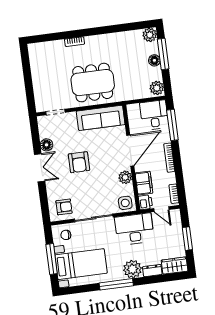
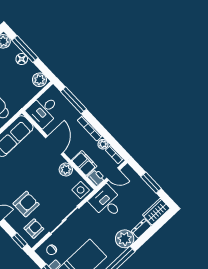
desk: (154, 115) -> (43, 111), moved, turned -90
door: (130, 150) -> (54, 145), width x0.73
armchair: (79, 162) -> (26, 204), moved, turned -90
plant: (171, 179) -> (103, 144), added
window: (45, 208) -> (19, 241), added
desk: (134, 229) -> (107, 202), width x0.73

